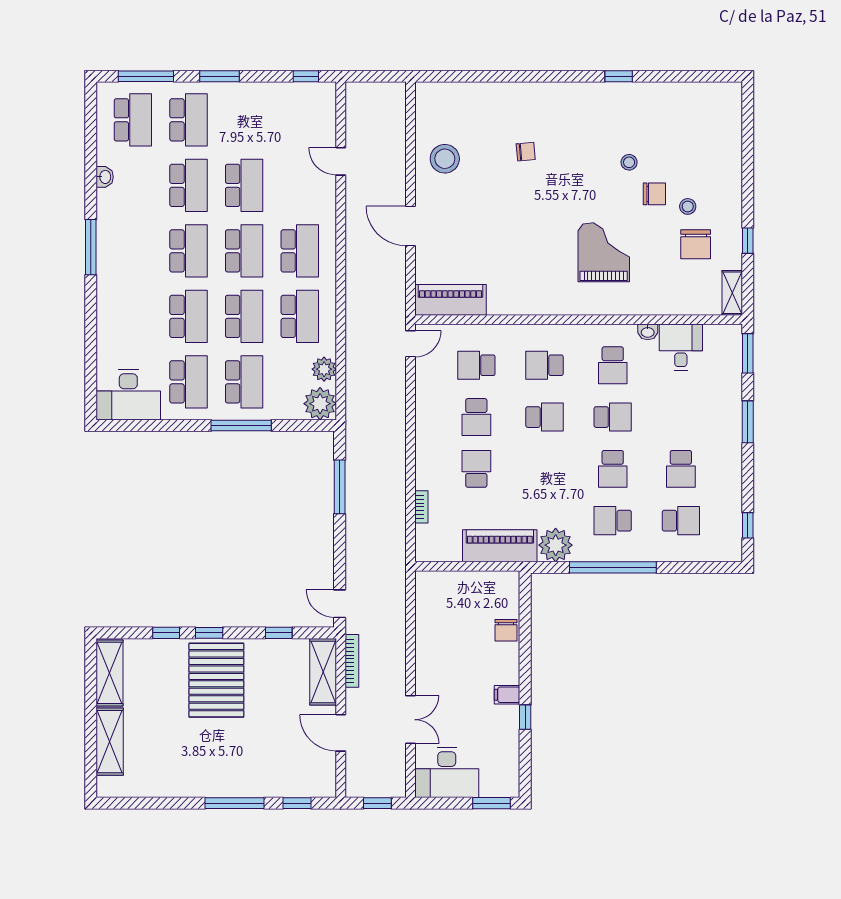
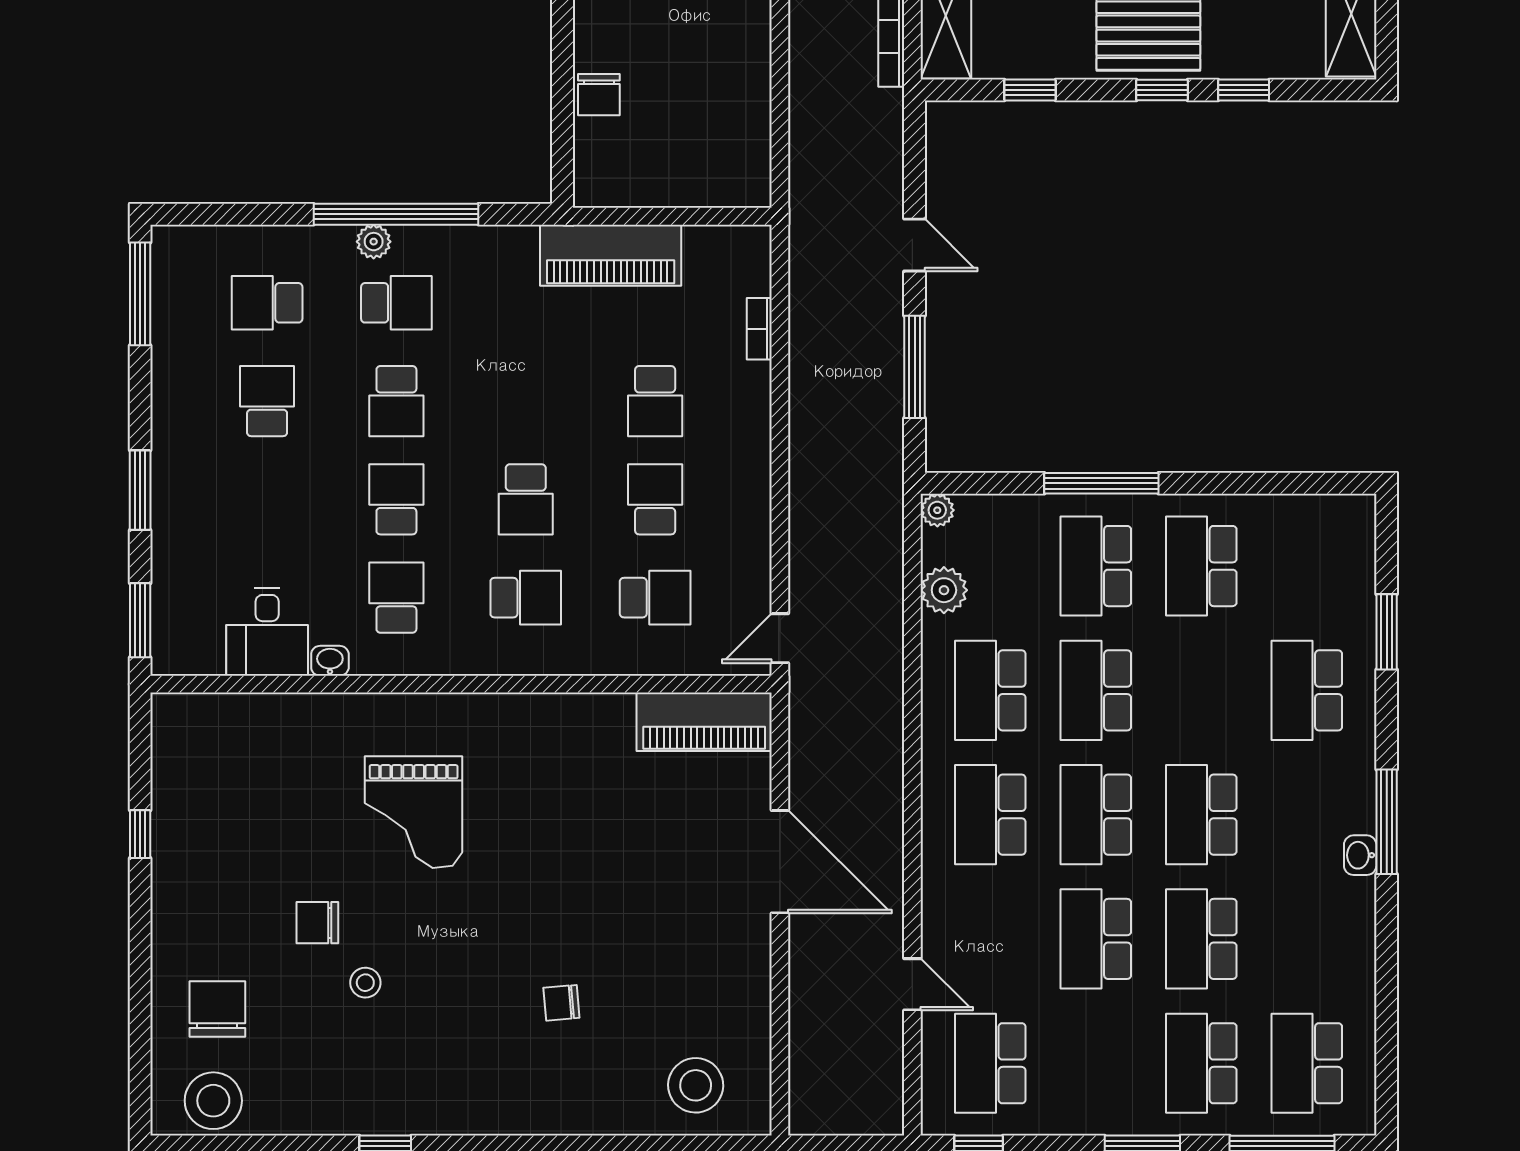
school desk: (300, 120) -> (990, 1063), added
stool: (445, 159) -> (696, 1085), moved
washbasin: (105, 177) -> (1360, 855), moved
stool: (688, 206) -> (213, 1101), moved, width x1.89, depth x1.89
door: (411, 226) -> (780, 862), width x1.36
chair: (696, 244) -> (217, 1009), moved
shelving: (732, 293) -> (170, 735), removed
school desk: (188, 316) -> (1307, 690), moved
window: (91, 347) -> (1387, 632), added
desk: (128, 395) -> (1316, 541), removed
plant: (320, 404) -> (937, 510), width x0.53, depth x0.53
school desk: (545, 417) -> (526, 499), turned -90
school desk: (613, 417) -> (396, 499), turned 90
school desk: (613, 469) -> (396, 401), turned 180
window: (748, 525) -> (140, 294), width x2.17
plant: (556, 545) -> (374, 242), moved, width x0.53, depth x0.53
door: (340, 604) -> (915, 245), moved
chair: (506, 630) -> (599, 95), turned 180

